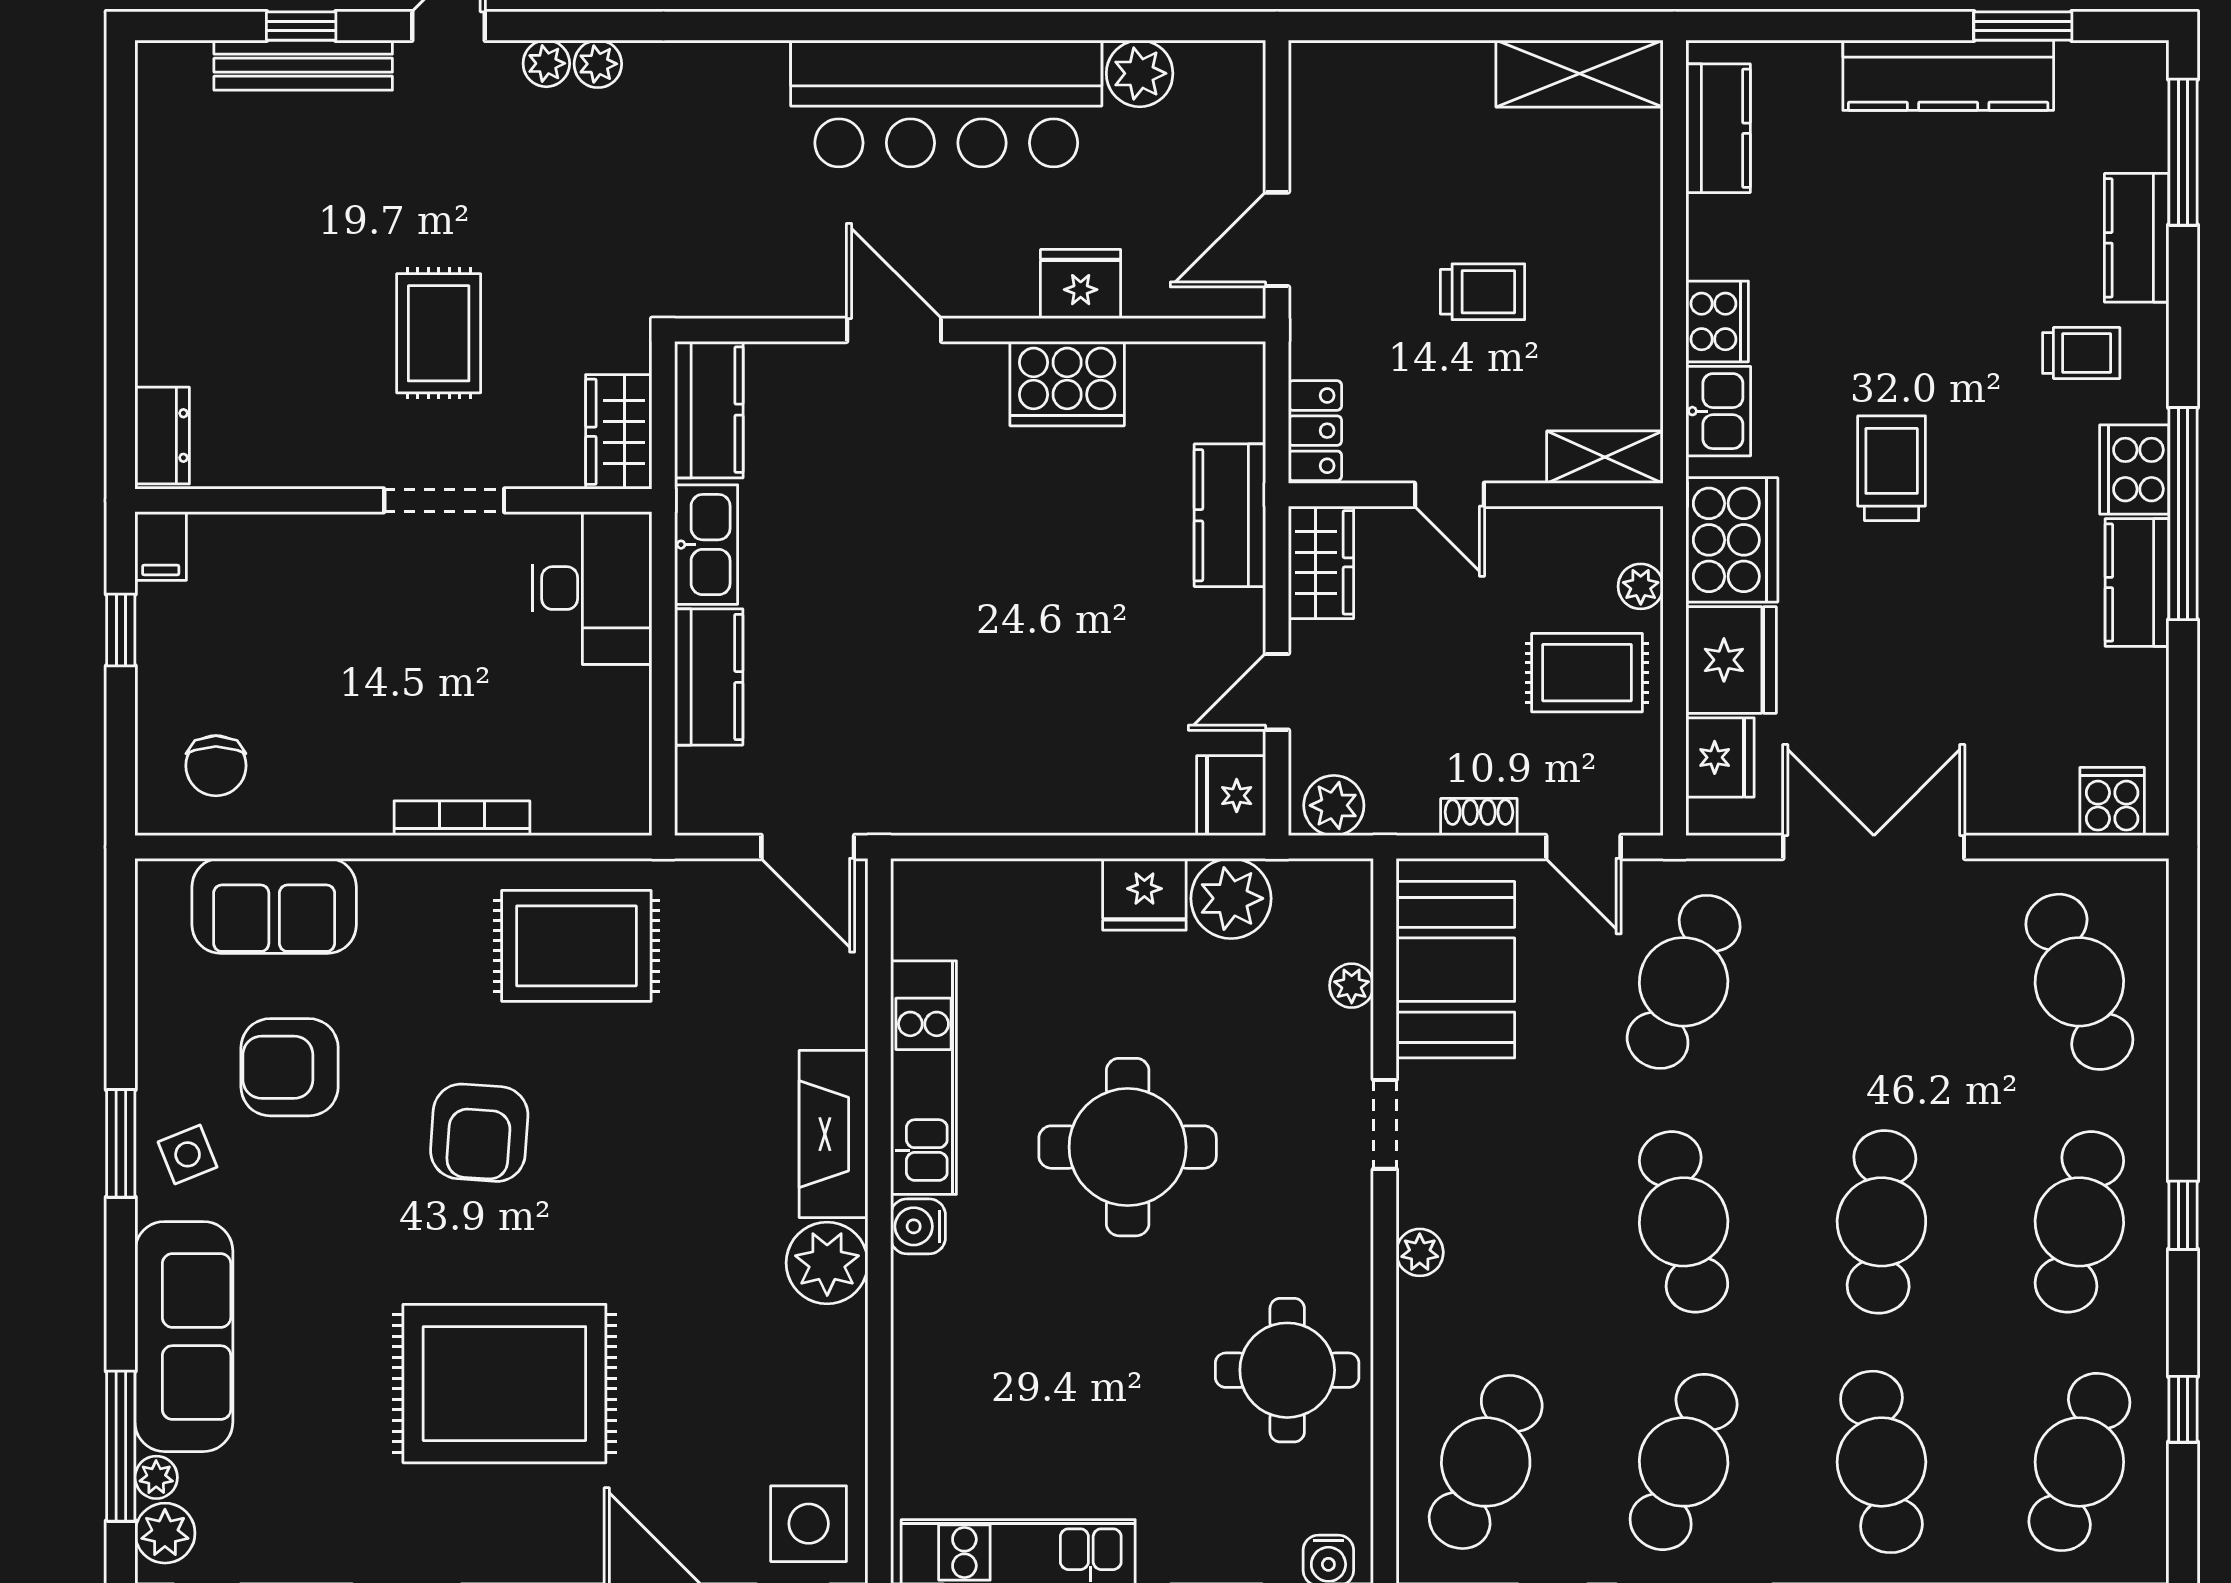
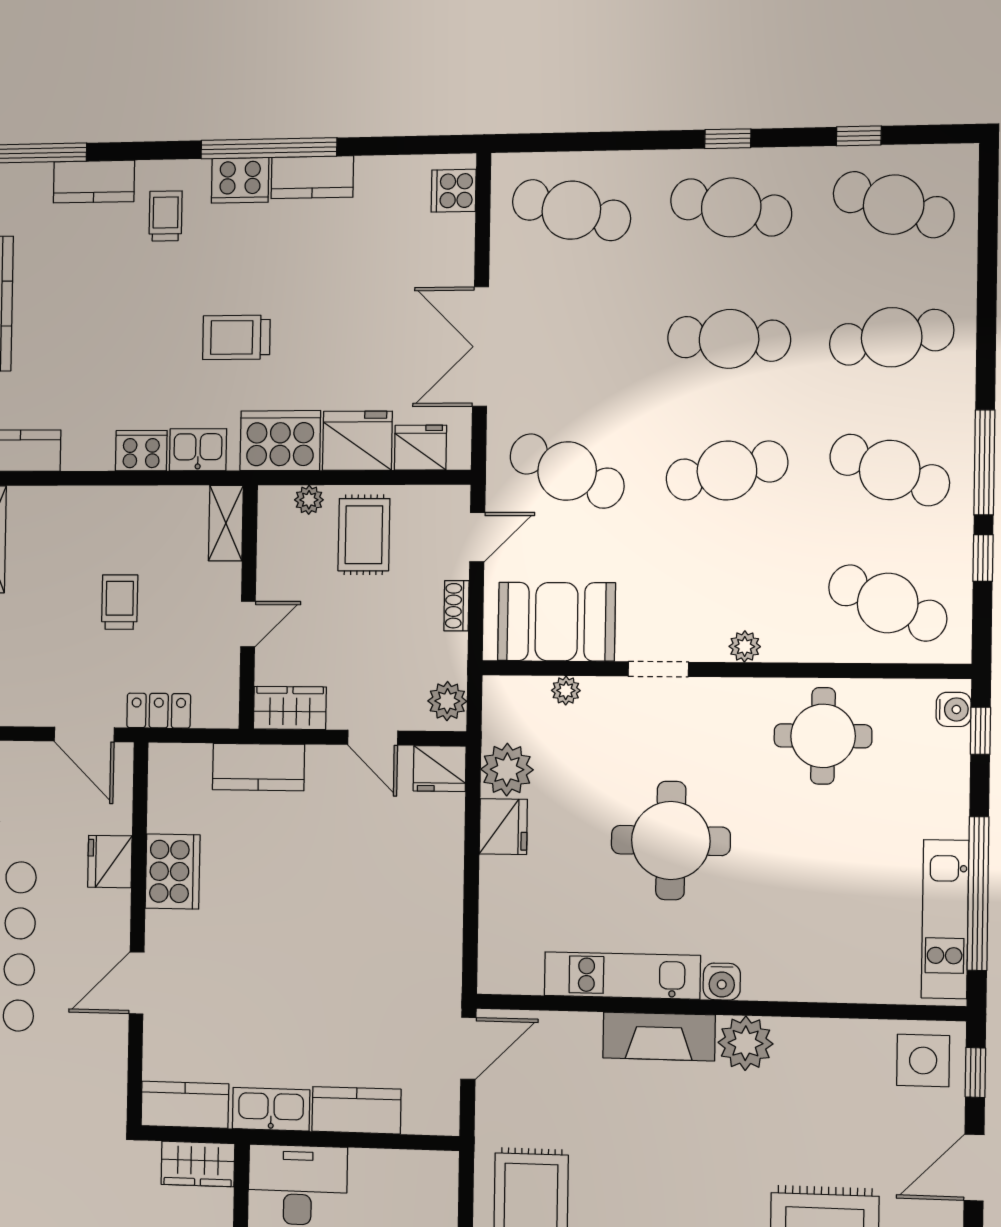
locker: (1315, 431) -> (159, 711), moved
cafe table: (2079, 982) -> (571, 210), turned 36

